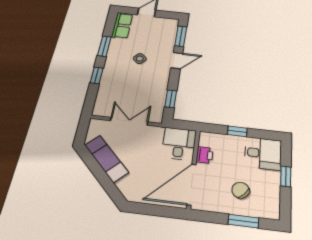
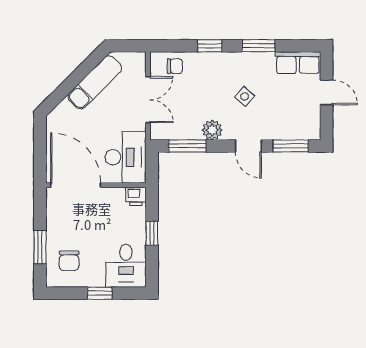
plant: (161, 81) -> (212, 130), added
window: (171, 99) -> (187, 146), width x1.50
chair: (107, 100) -> (175, 66), added
desk: (179, 144) -> (126, 157), width x1.37
printer: (205, 155) -> (136, 196), moved
chair: (241, 190) -> (69, 261), moved, turned 134

